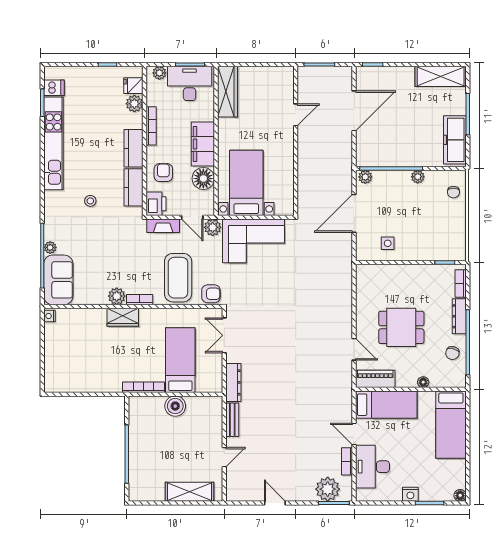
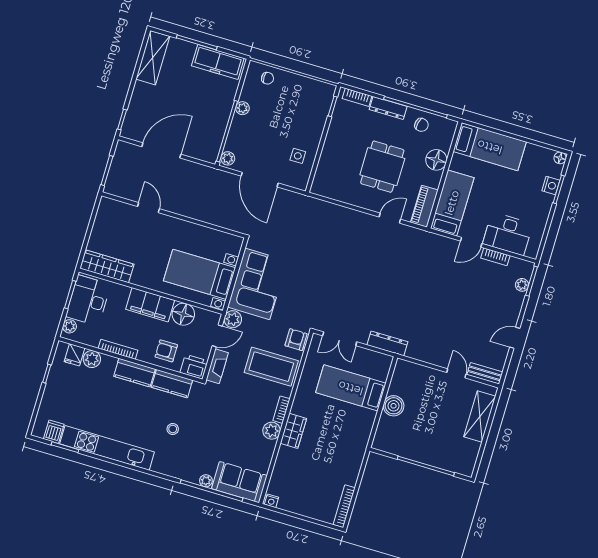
door: (354, 111) -> (161, 150), hinge flipped
floor lamp: (423, 382) -> (436, 160), width x1.89, depth x1.89
bookcase: (144, 387) -> (344, 506), moved
bench: (232, 420) -> (485, 373), moved
plant: (328, 489) -> (522, 285), width x0.53, depth x0.53
nightstand: (410, 494) -> (551, 185), moved

